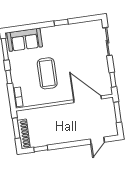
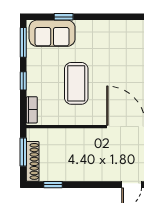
window: (61, 23) -> (64, 17), moved

